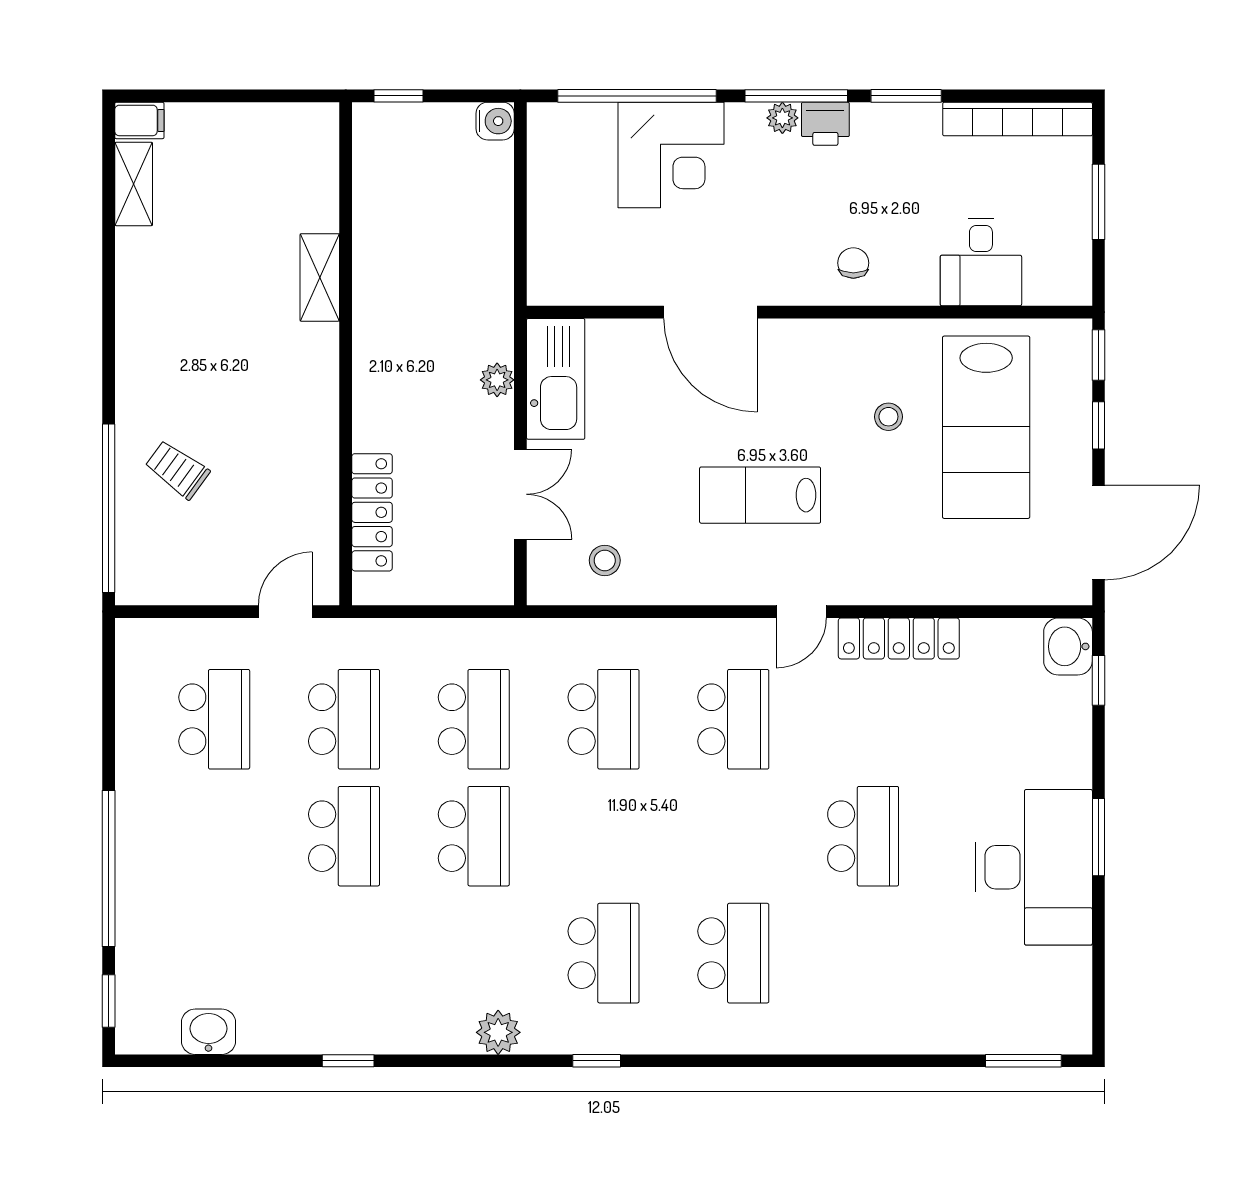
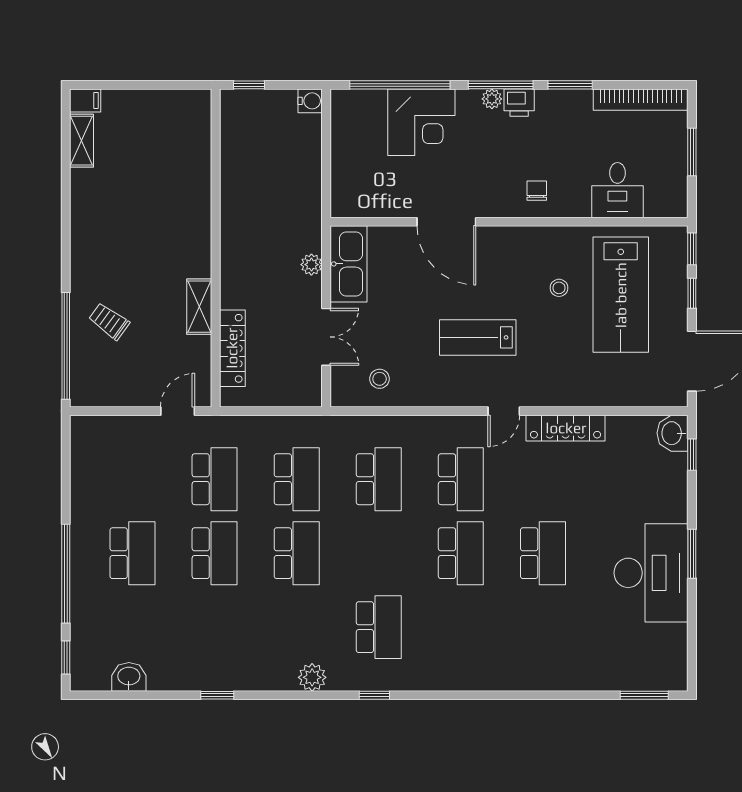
shelving: (320, 277) -> (199, 307), moved
school desk: (214, 719) -> (132, 553), moved
school desk: (733, 953) -> (461, 553), moved

